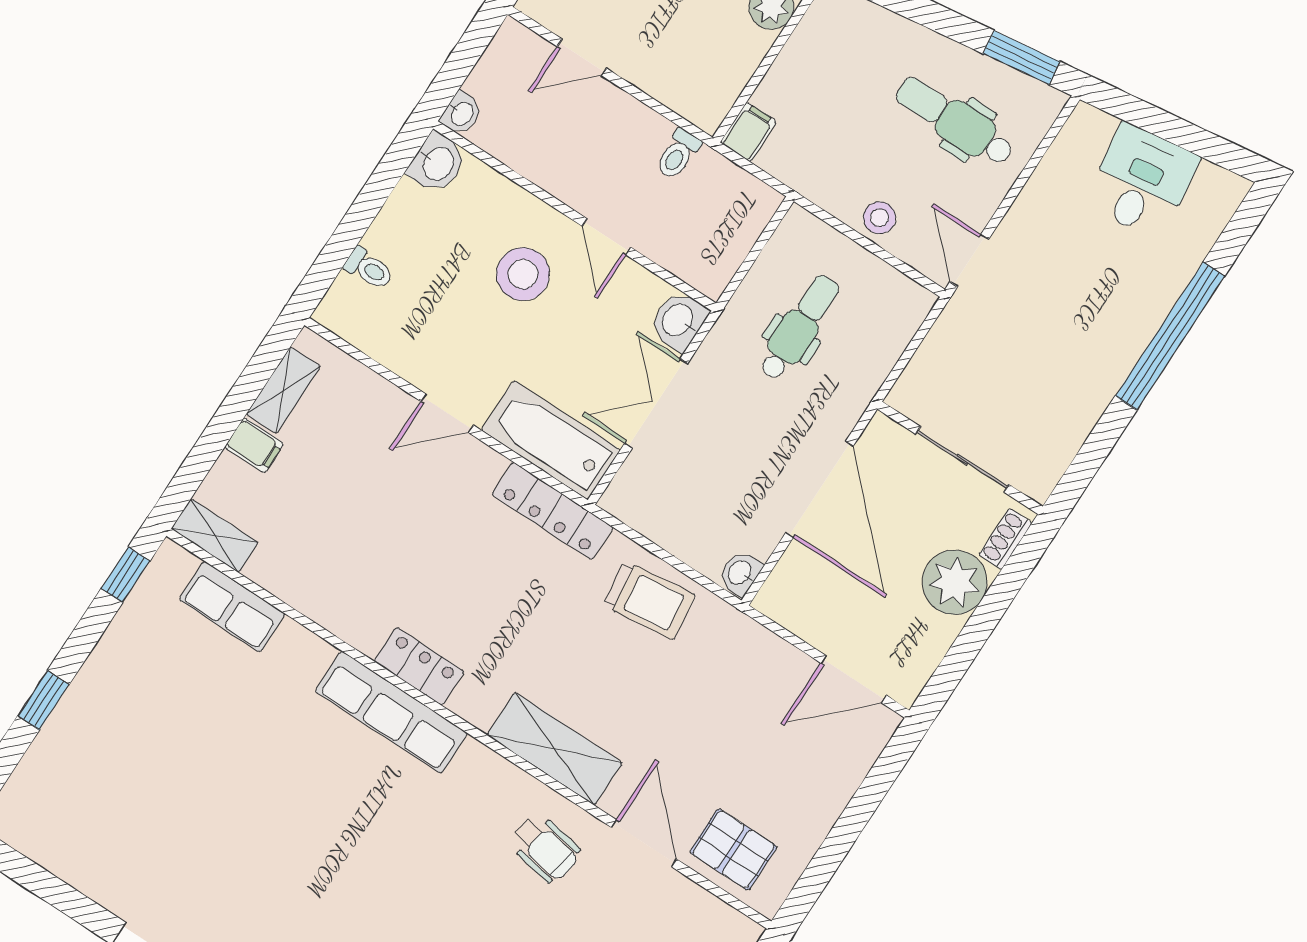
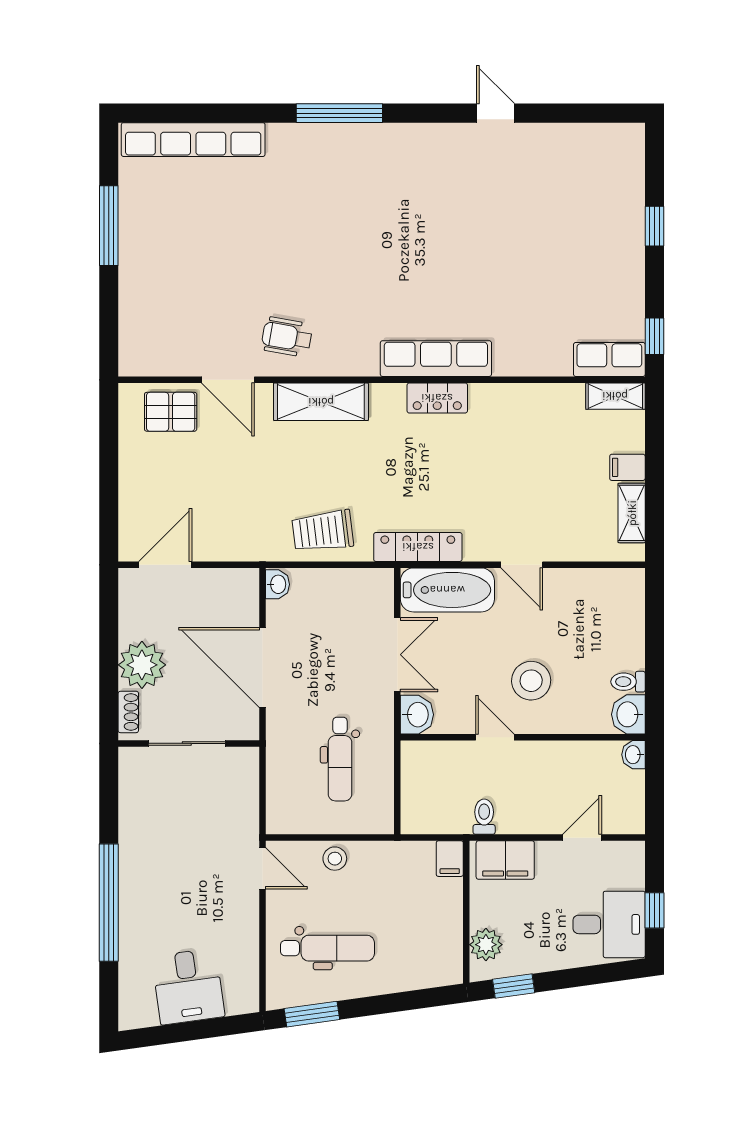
filing cabinet: (686, 89) -> (505, 860), added
toilet: (369, 269) -> (628, 682), moved
door: (447, 413) -> (522, 565), swing flipped
row of seats: (232, 607) -> (609, 359), moved

